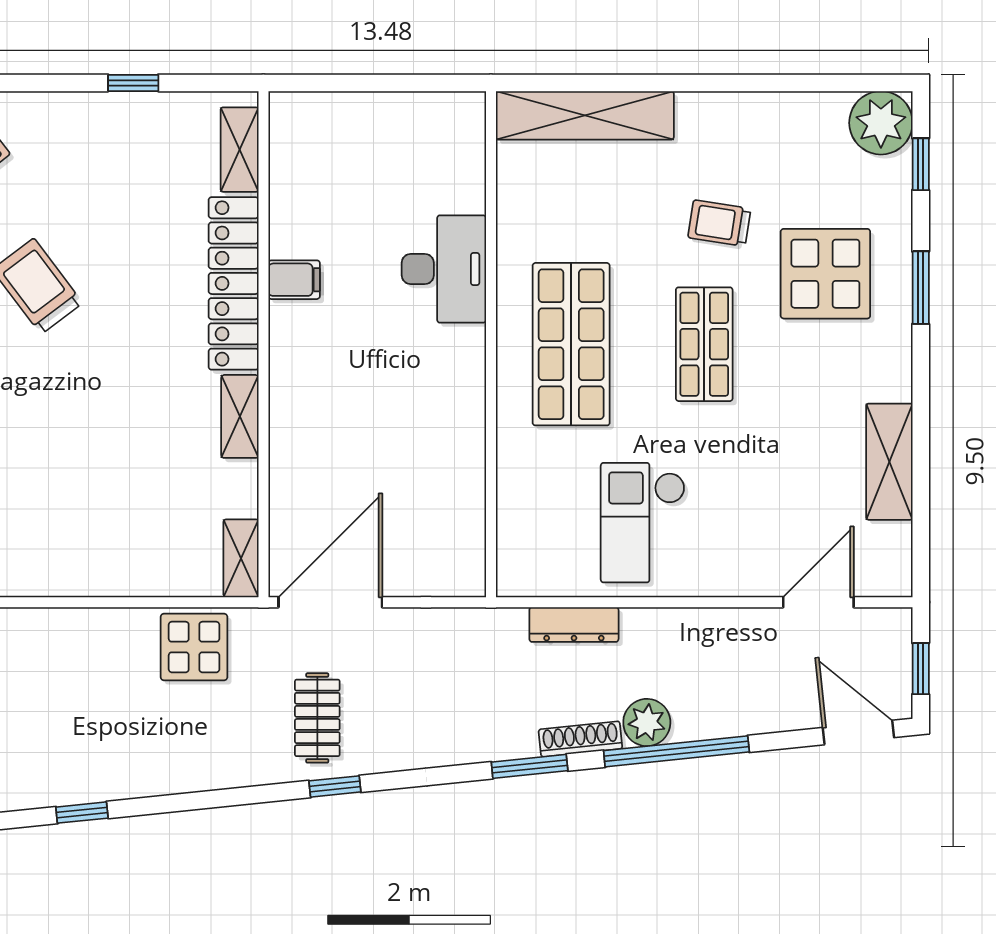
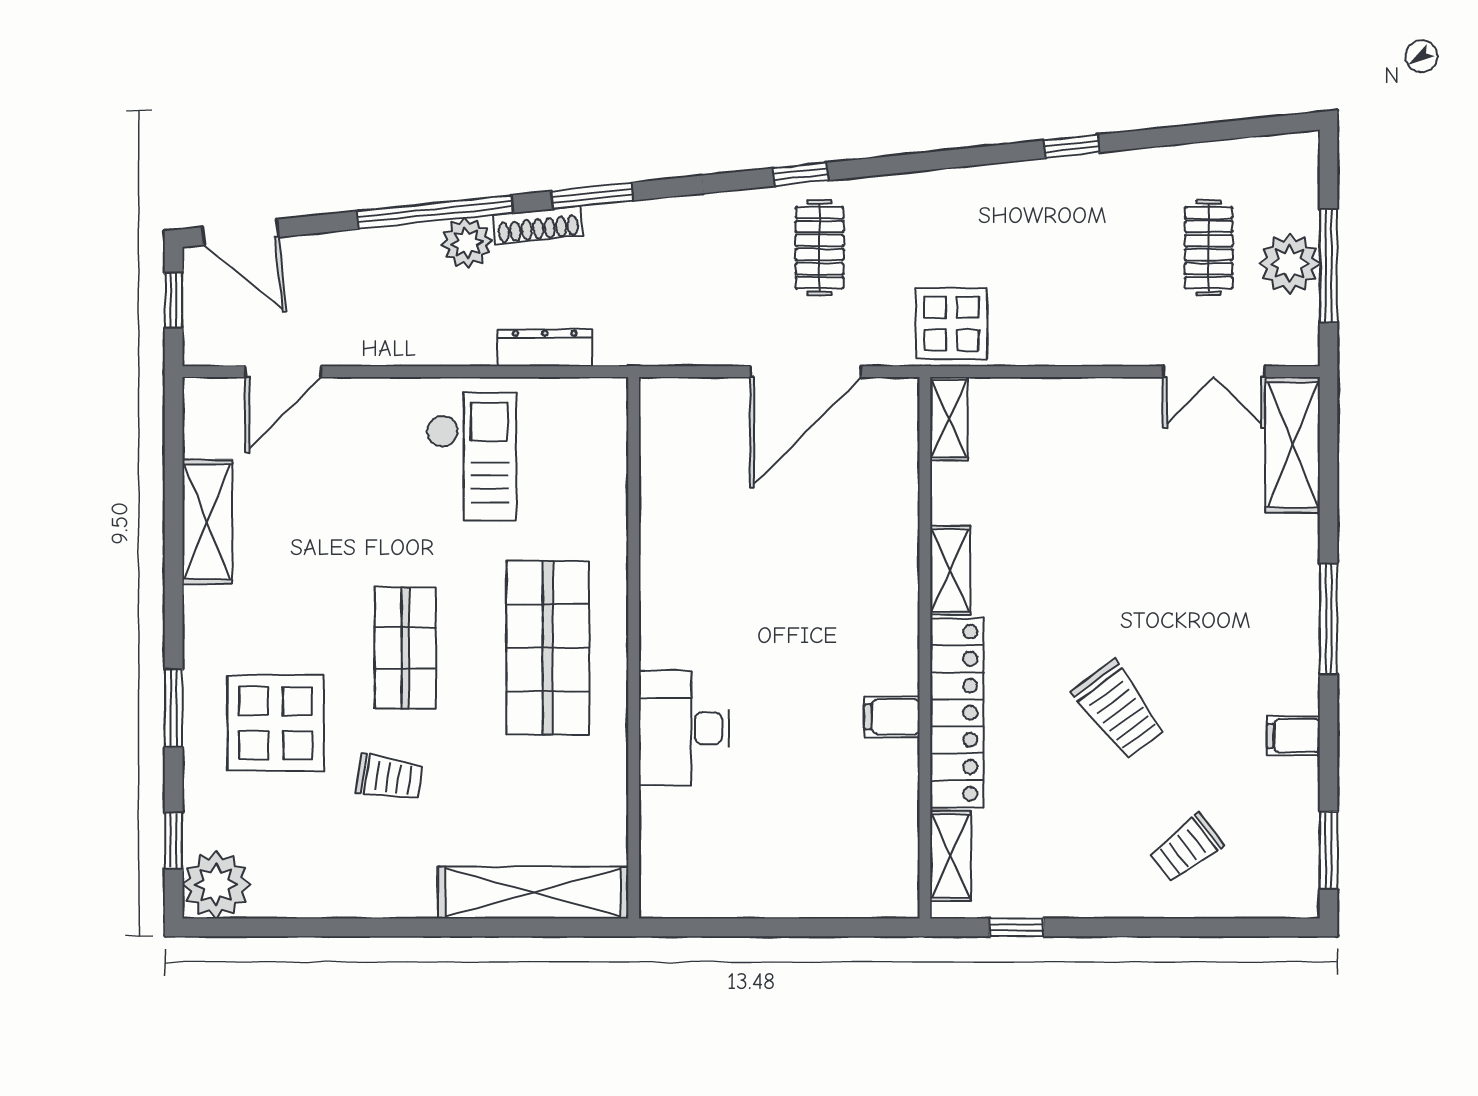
shelving: (240, 150) -> (951, 856), moved
filing cabinet: (294, 280) -> (892, 717), moved
locker: (234, 283) -> (957, 713), moved
wall: (263, 344) -> (925, 648), moved
shelving: (240, 416) -> (950, 570), moved
shelving: (241, 558) -> (949, 419), moved

